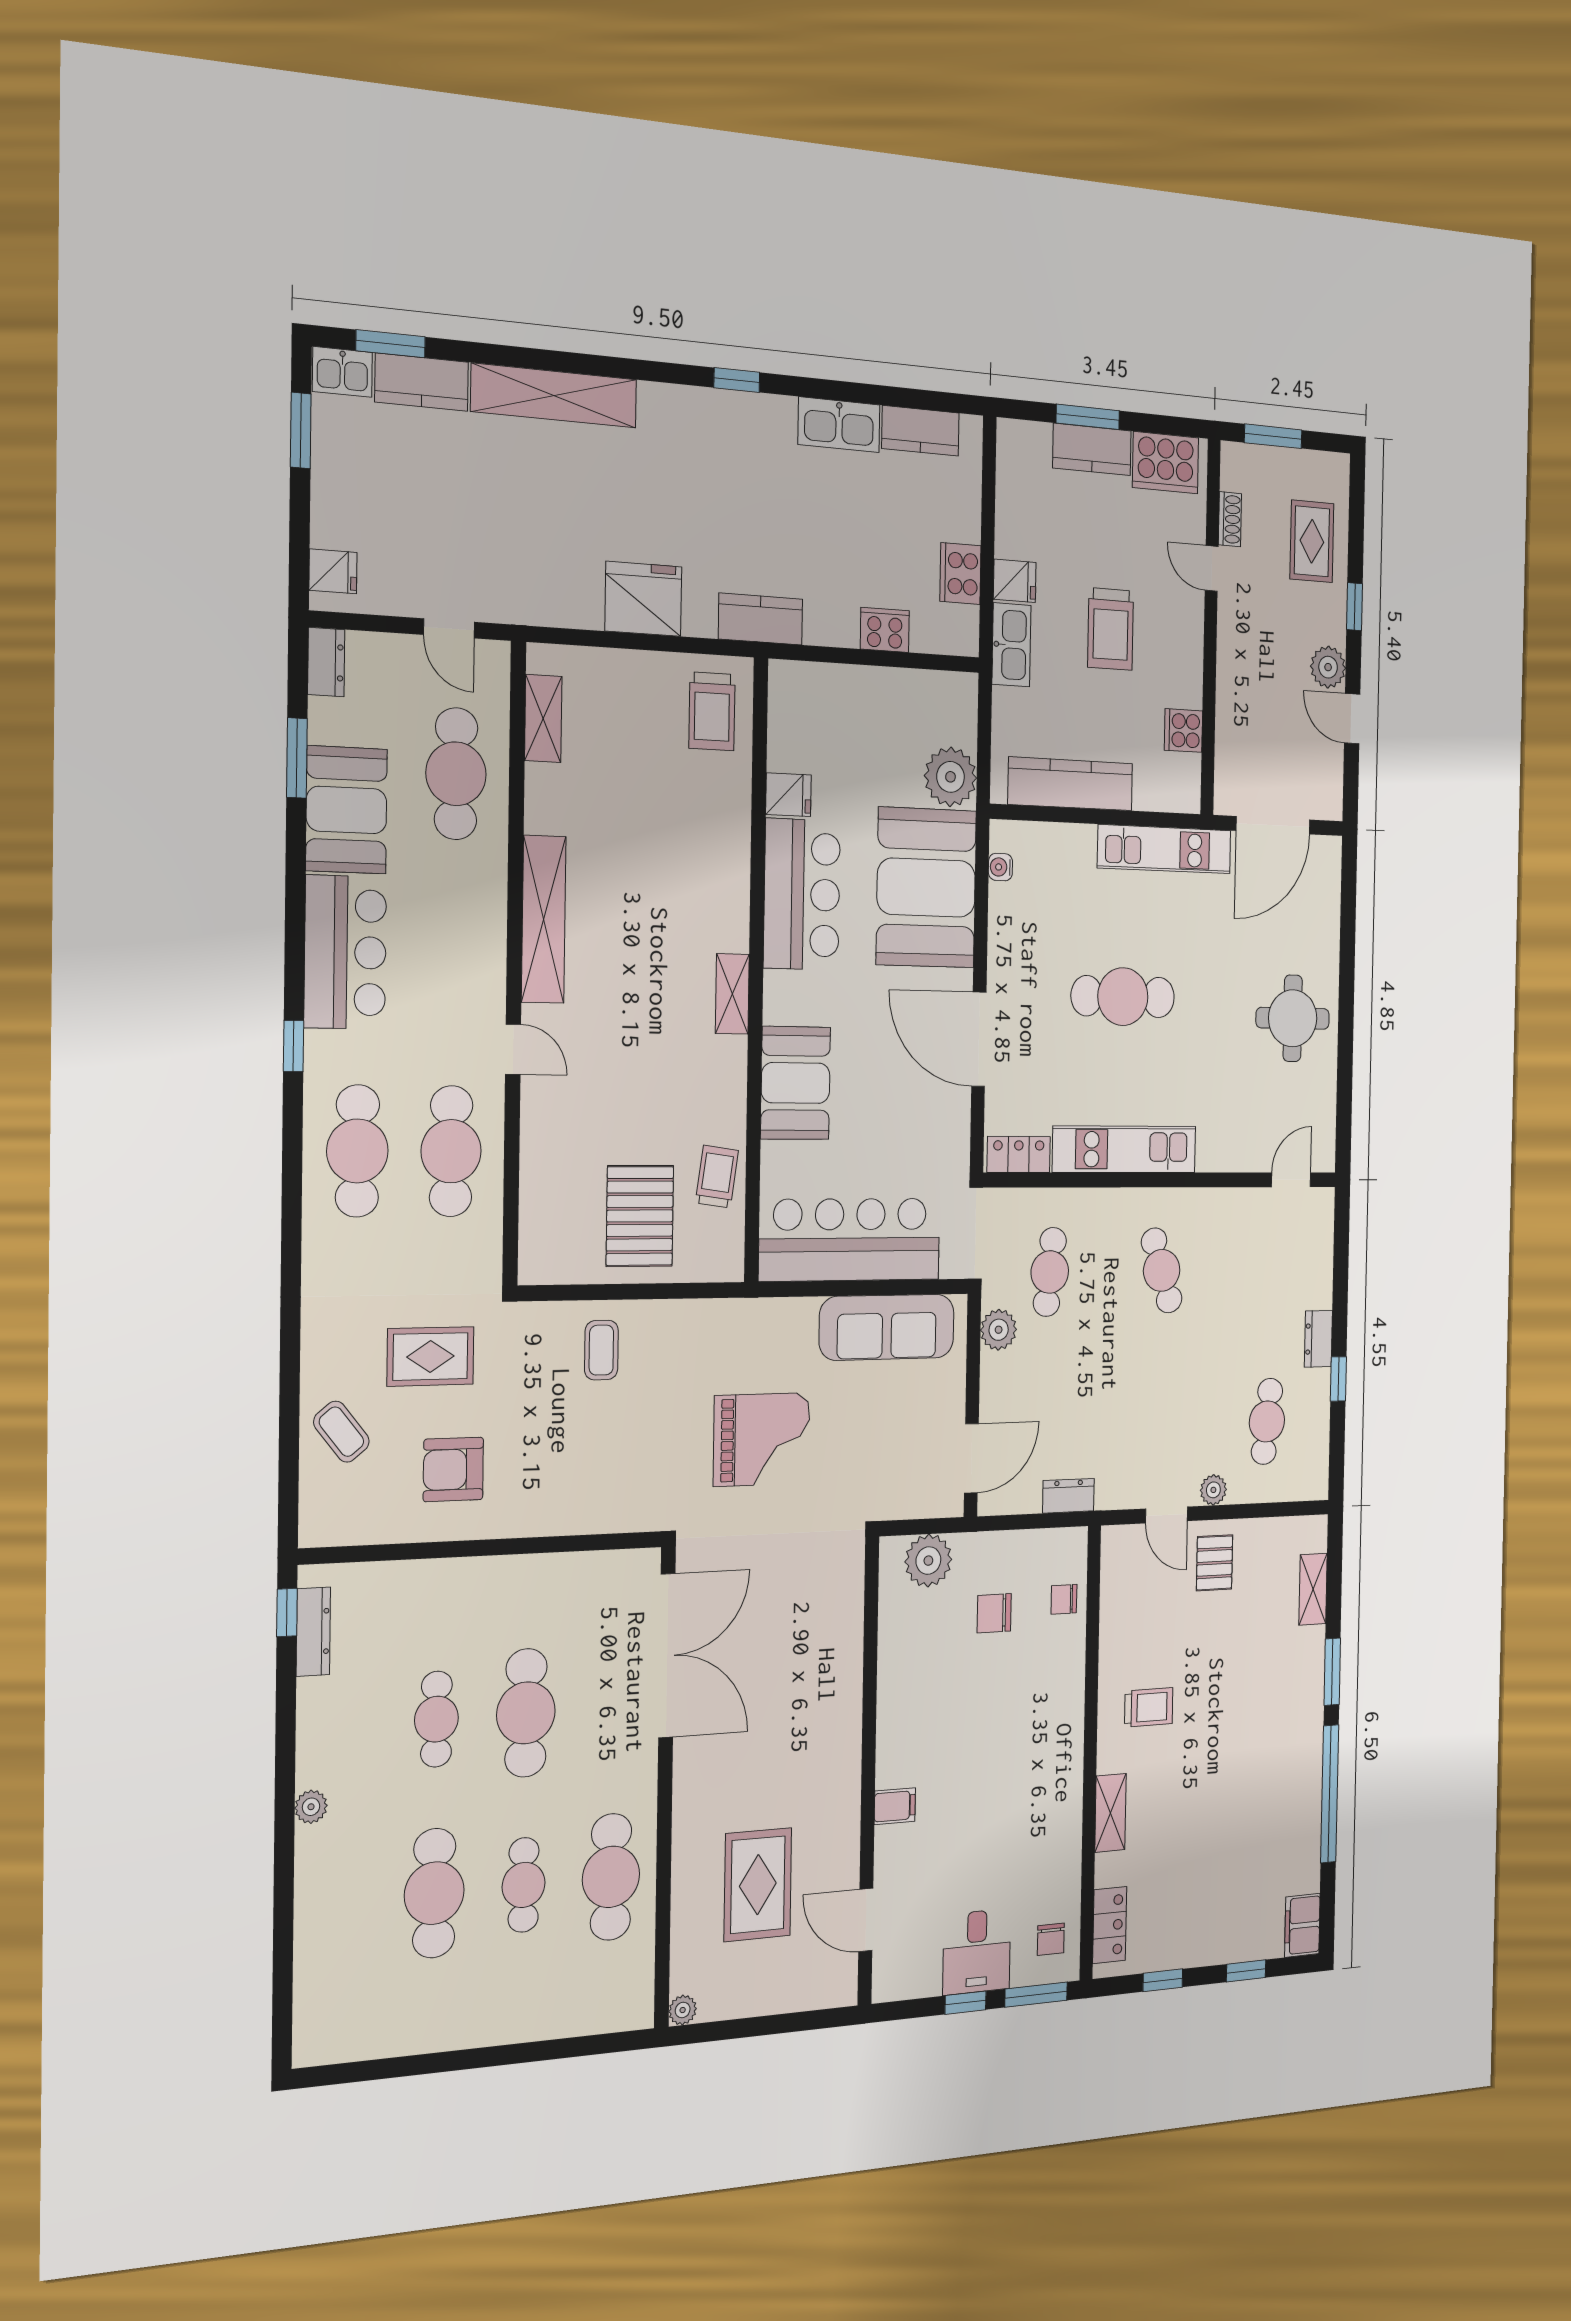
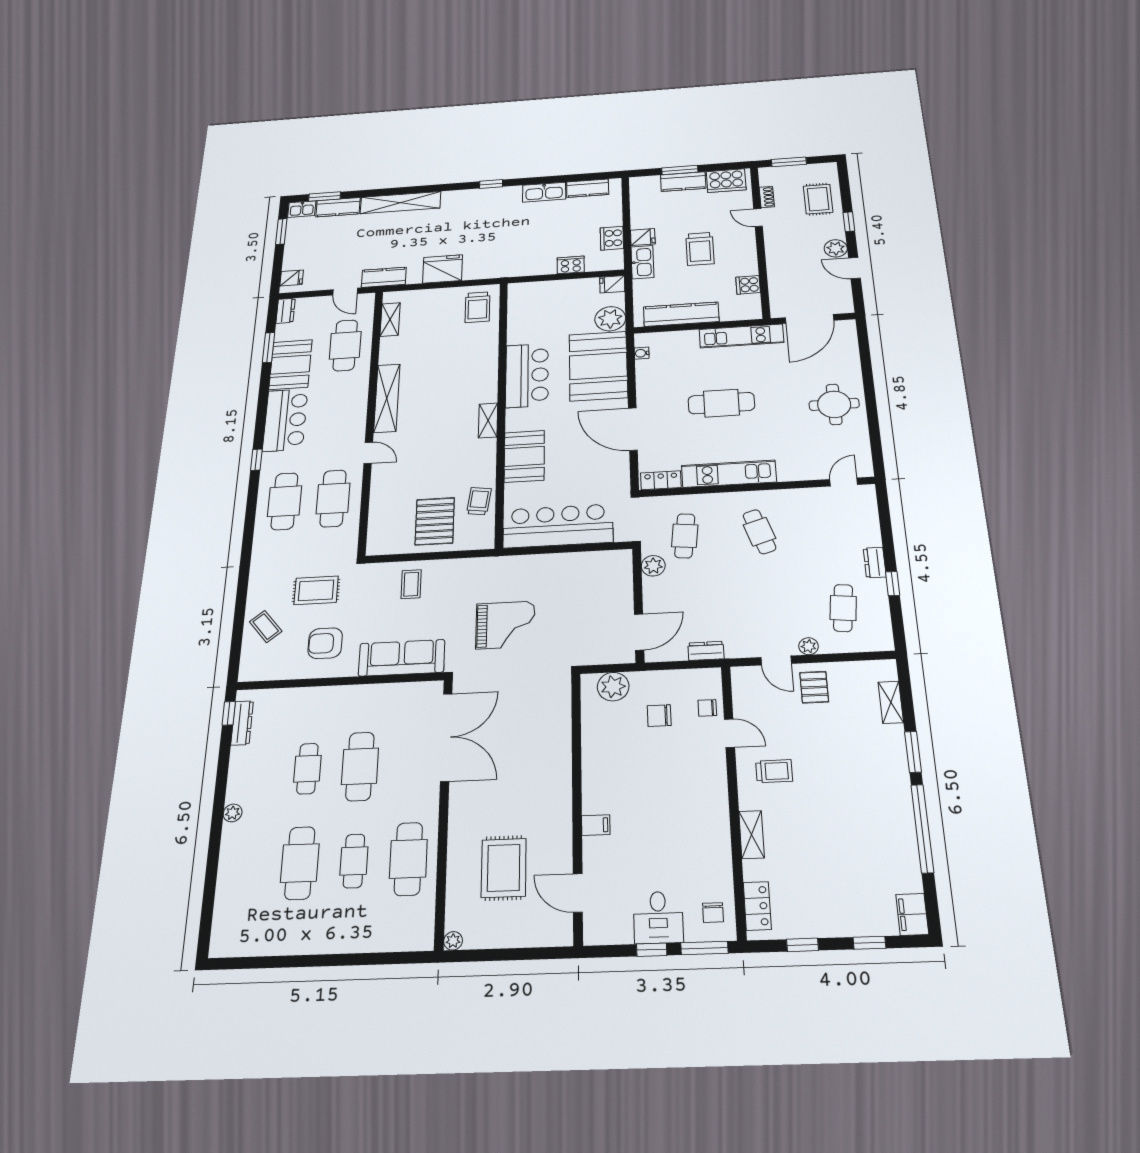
kitchen counter: (761, 619) -> (384, 277), moved
fridge: (788, 795) -> (612, 284), moved, turned 180
sofa: (887, 1327) -> (402, 658), moved, turned 180
door: (1092, 1644) -> (729, 733), added

